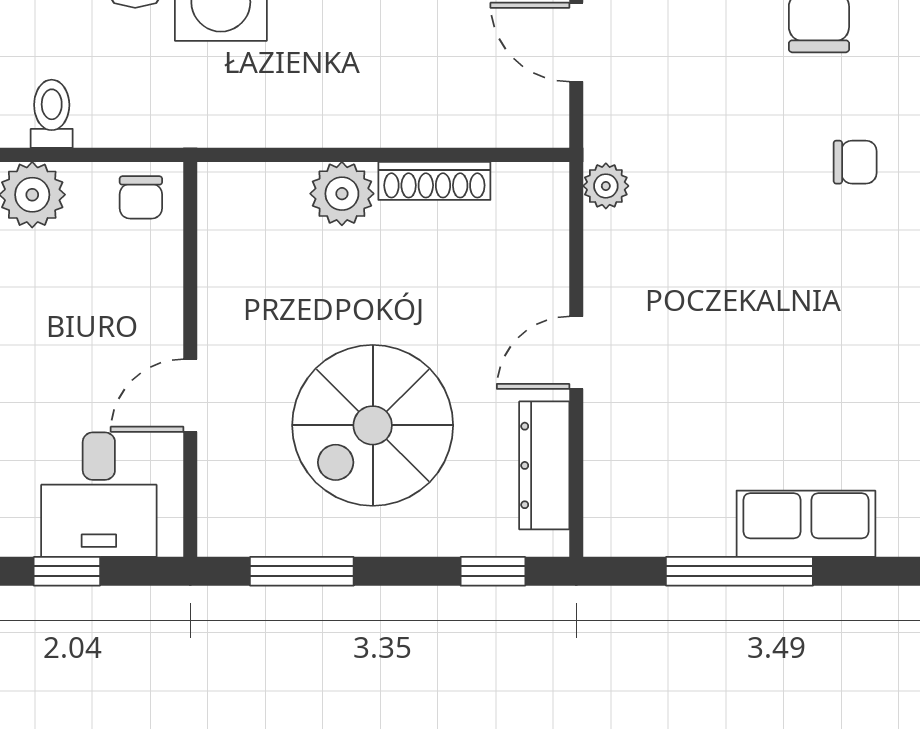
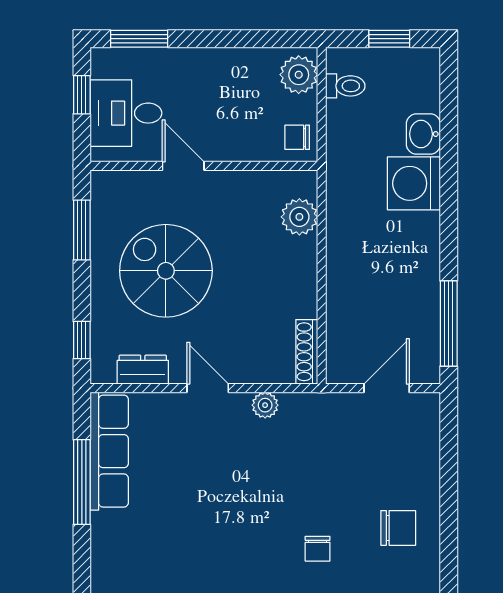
shoe rack: (434, 181) -> (307, 352), moved
plant: (606, 186) -> (265, 405), moved
plant: (342, 194) -> (299, 217), moved
dresser: (544, 465) -> (143, 370), width x0.70
row of seats: (806, 524) -> (109, 451), moved, width x1.48

